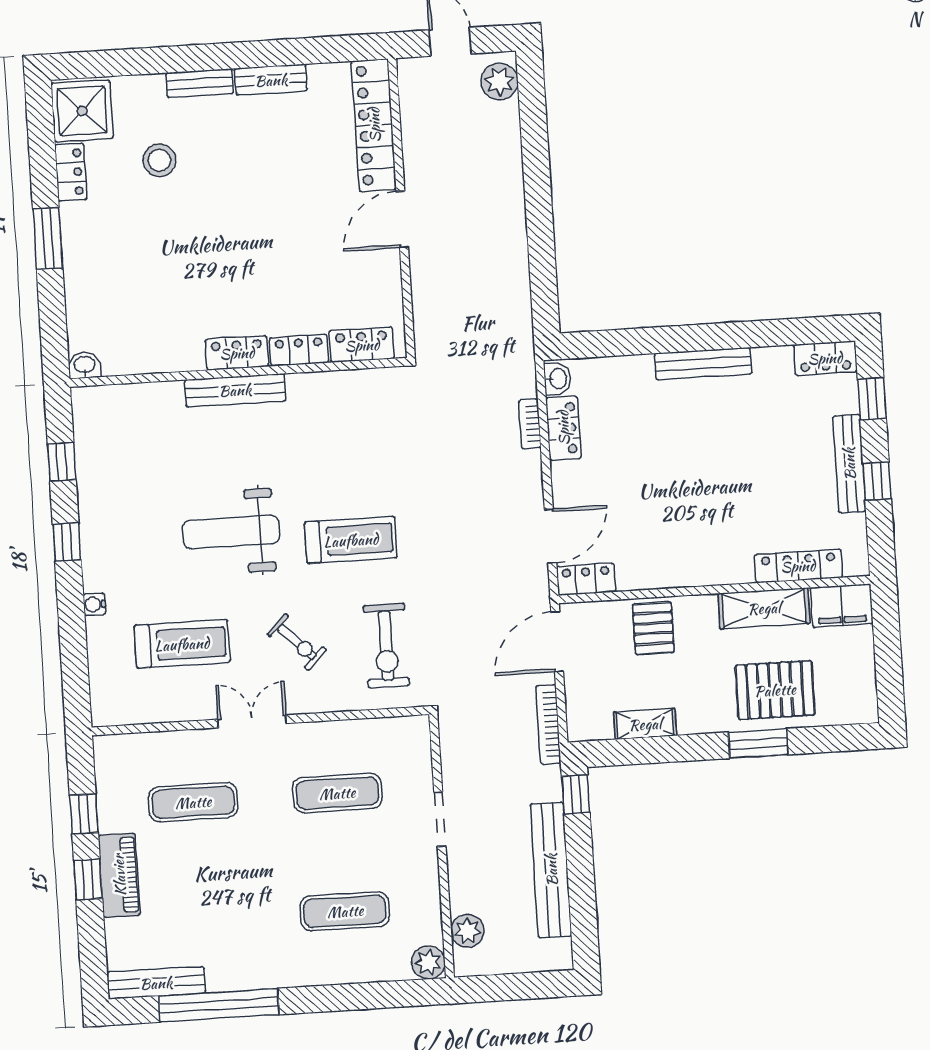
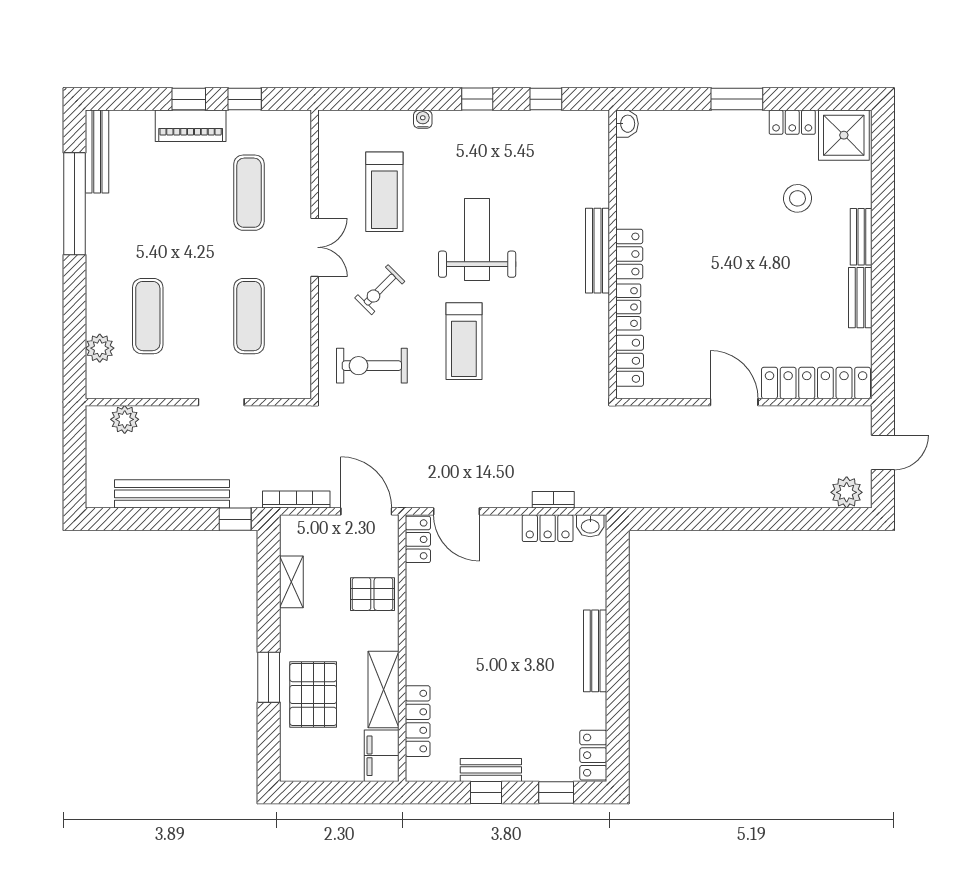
bench: (849, 464) -> (491, 770), width x0.73
plant: (428, 962) -> (100, 348), moved

